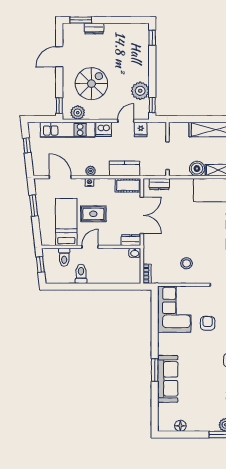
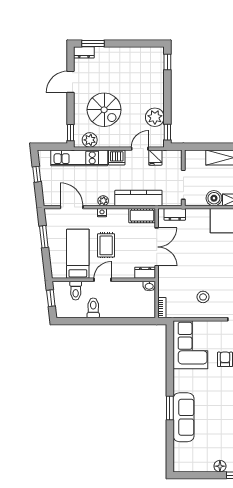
dresser: (94, 29) -> (84, 52), moved
spiral stairs: (91, 84) -> (104, 110), turned 90
kitchen counter: (124, 168) -> (138, 198), width x1.50
rug: (93, 214) -> (106, 245), turned 90
floor lamp: (180, 426) -> (220, 466), moved

